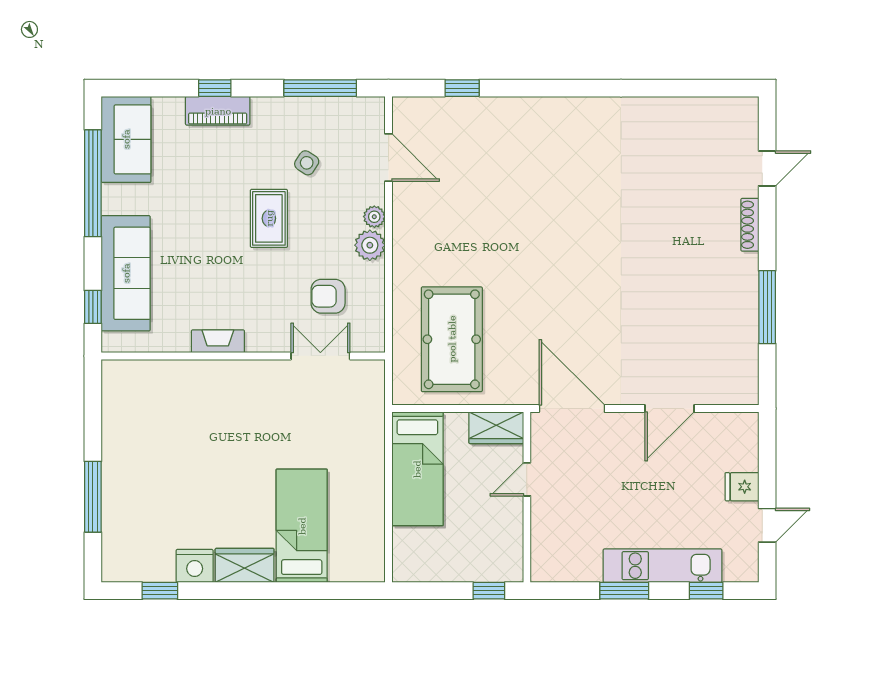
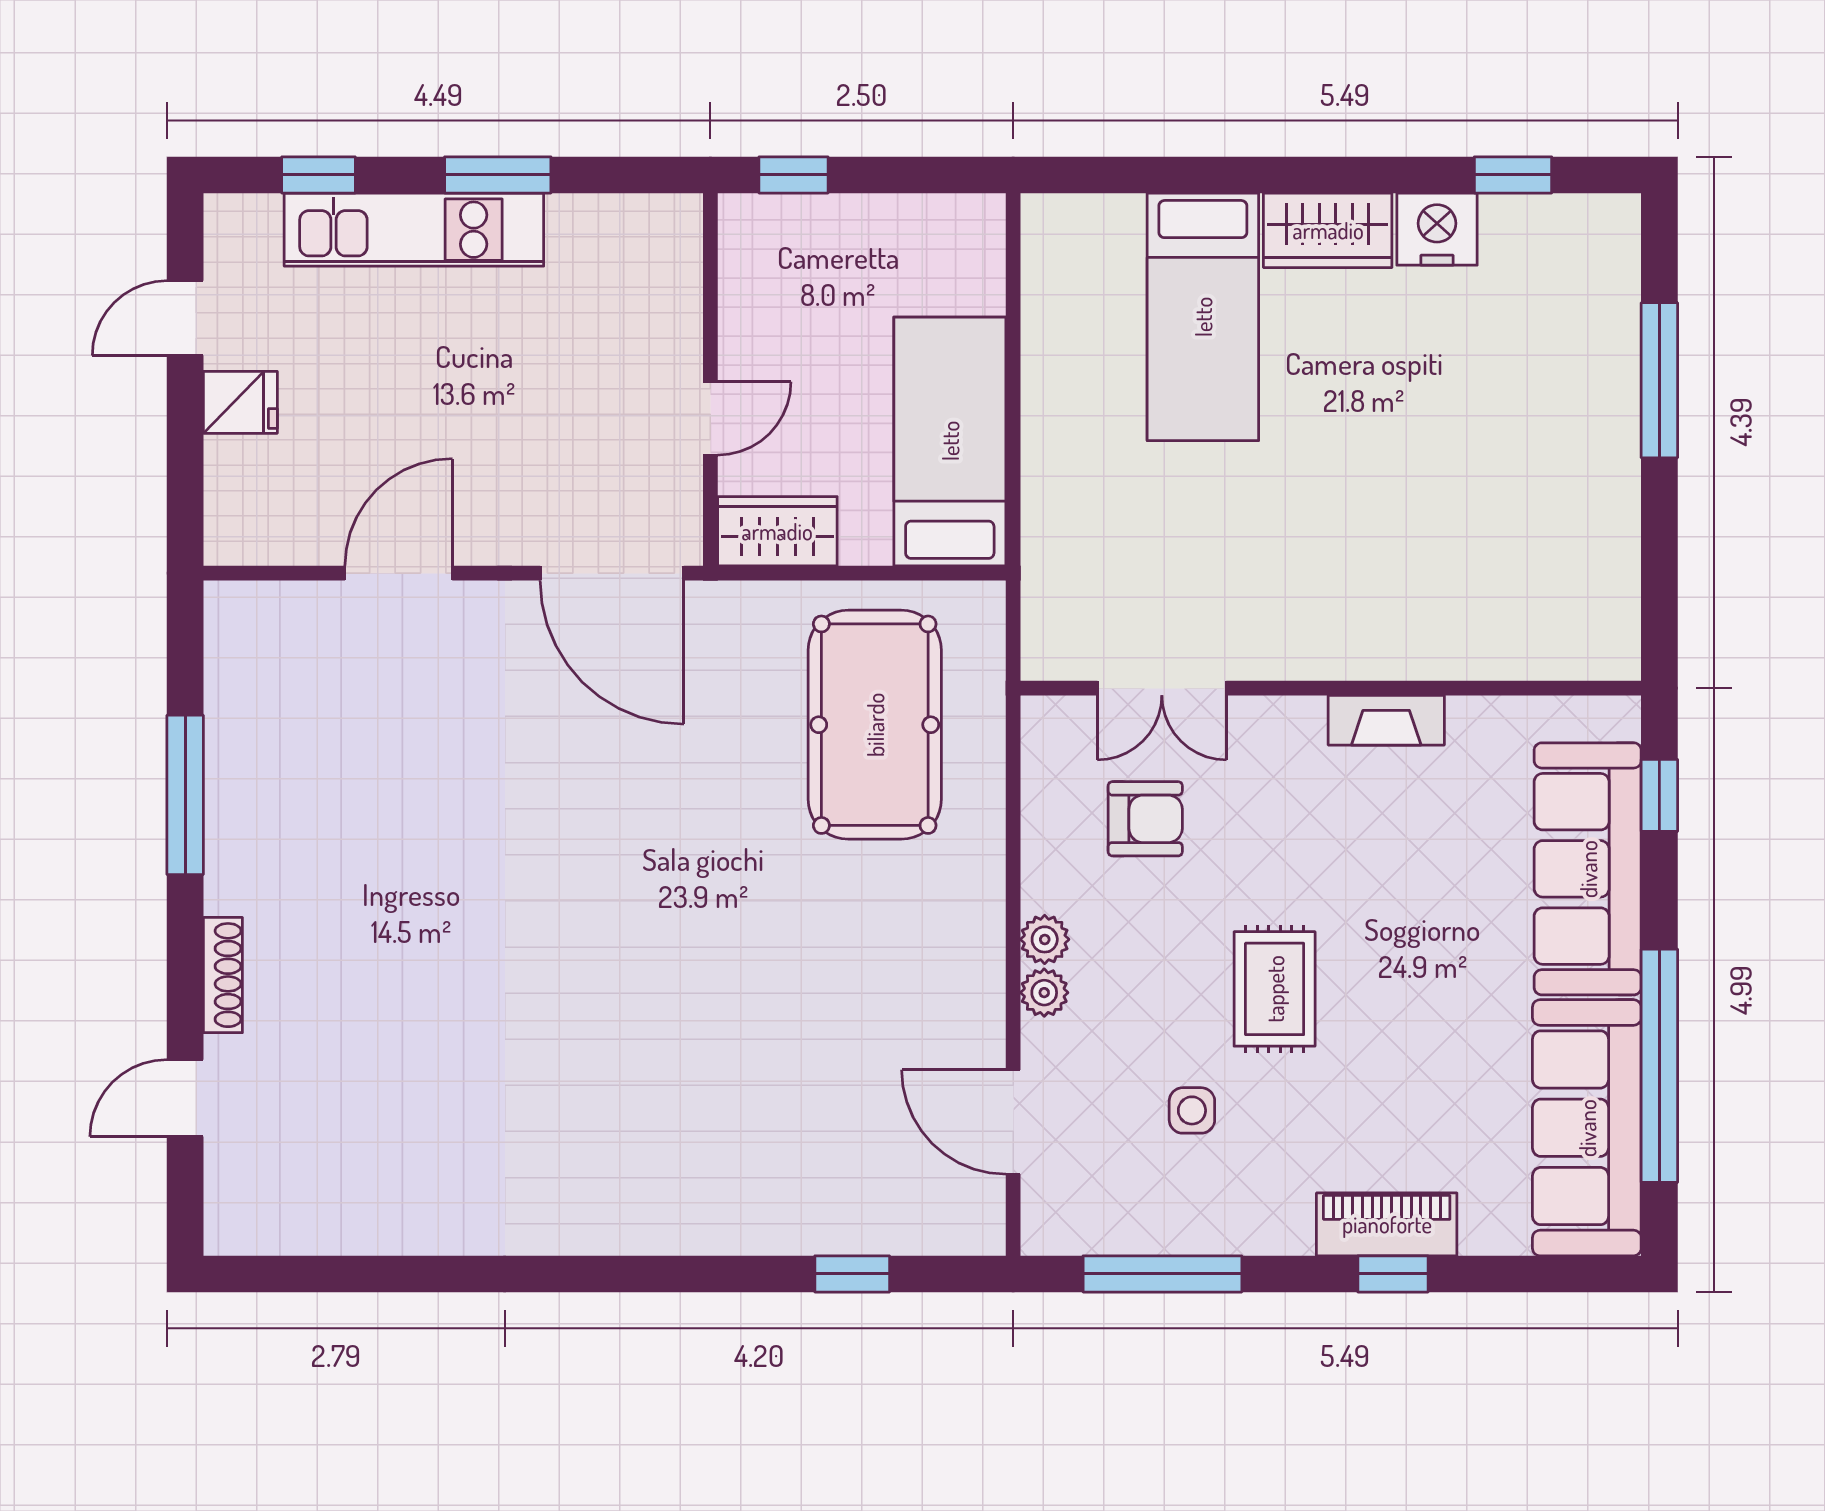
sofa: (126, 139) -> (1587, 1128), width x1.36
side table: (307, 163) -> (1192, 1110), turned -33
plant: (370, 245) -> (1045, 939), width x0.73, depth x0.73

